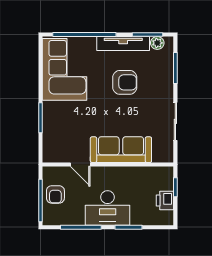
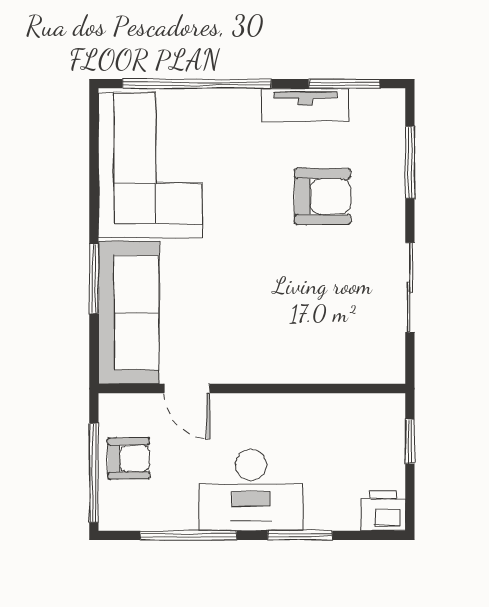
tv unit: (123, 43) -> (305, 105), width x0.71
plant: (157, 43) -> (367, 104), removed
armchair: (125, 82) -> (323, 196), moved
sofa: (121, 150) -> (129, 313), moved, turned 90
armchair: (55, 194) -> (129, 458), turned -91
printer: (165, 201) -> (383, 511), moved, turned 90

